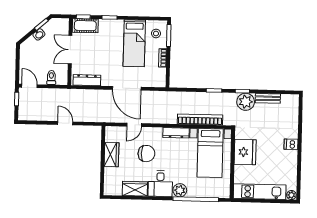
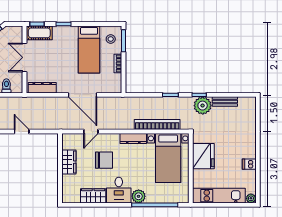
dishwasher: (291, 144) -> (249, 164), moved

